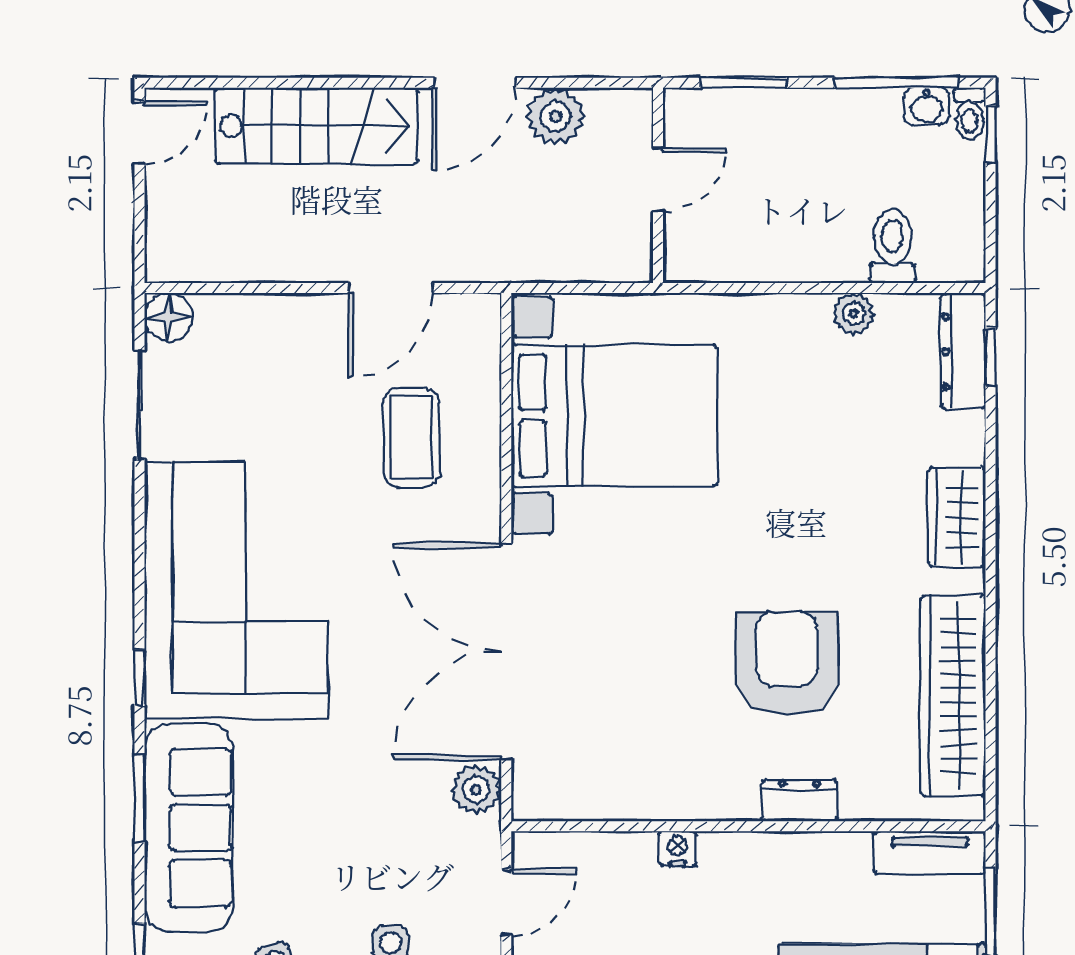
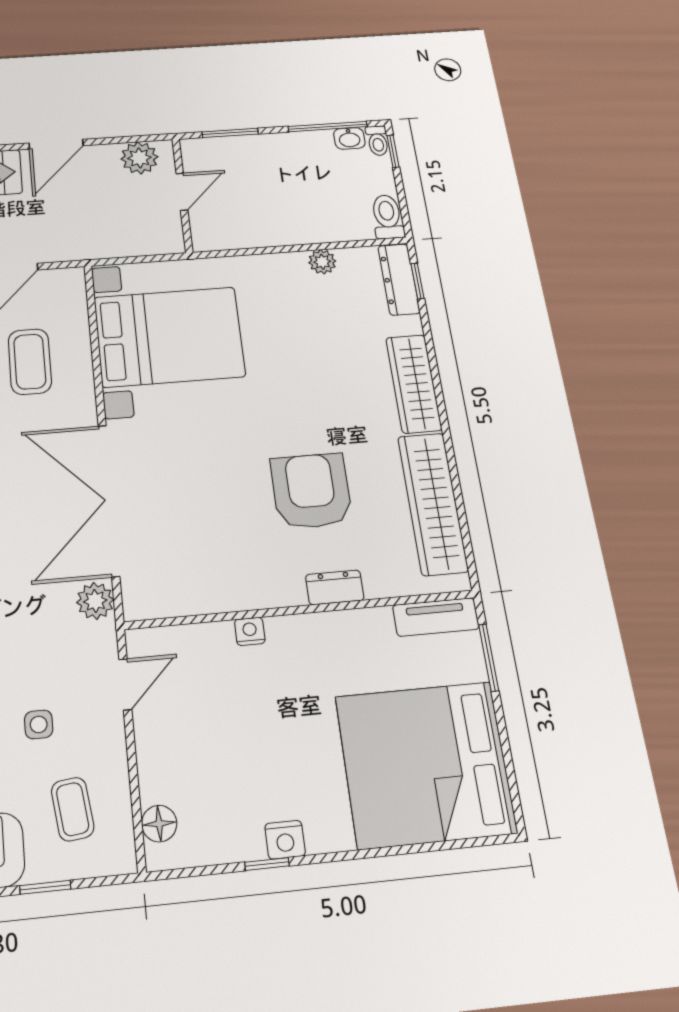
plant: (555, 116) -> (139, 158), moved
toilet: (893, 246) -> (387, 217), moved
wardrobe: (957, 517) -> (414, 384), width x1.50

